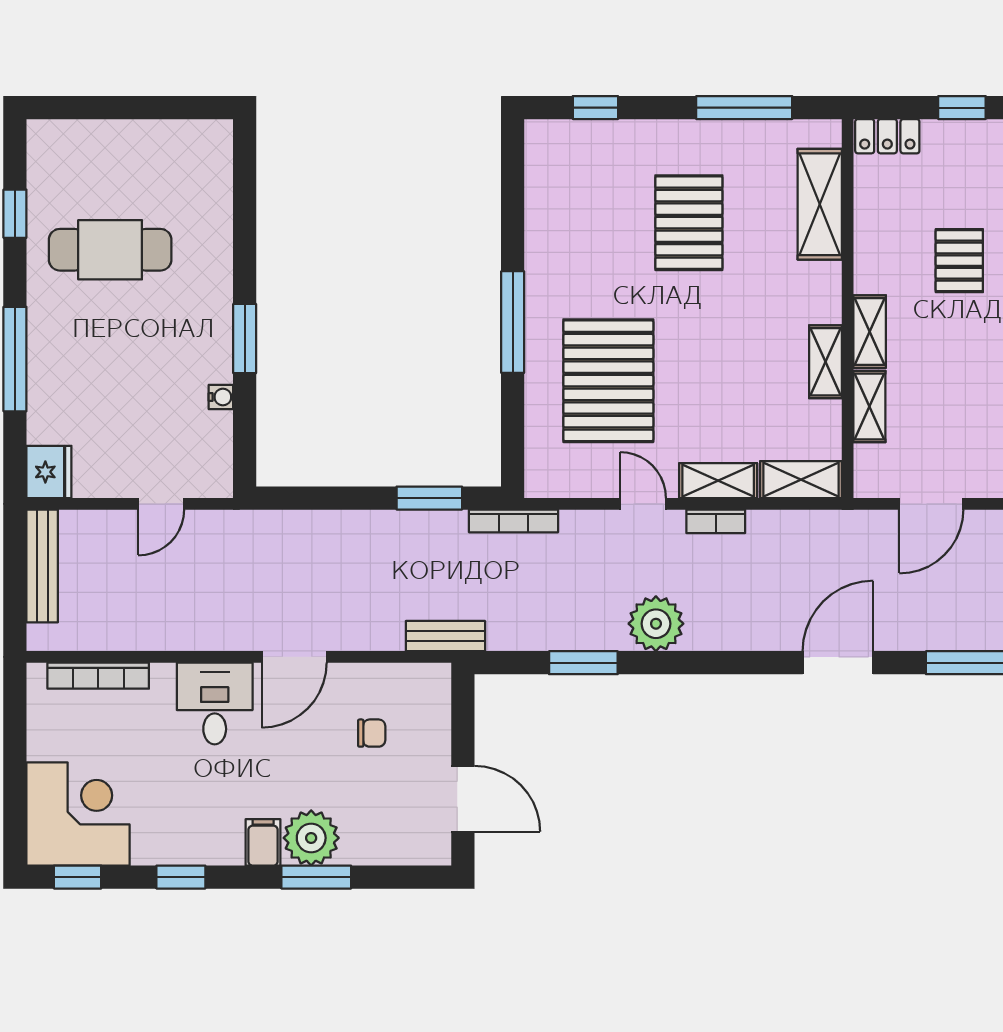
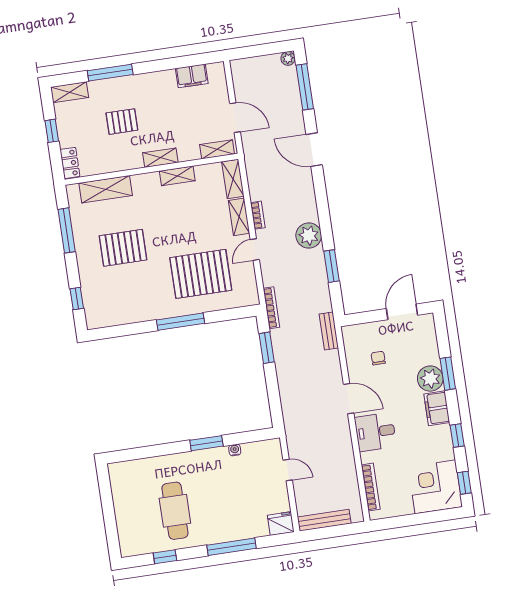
shelving: (869, 407) -> (217, 149), moved
filing cabinet: (263, 842) -> (437, 408), width x2.00

